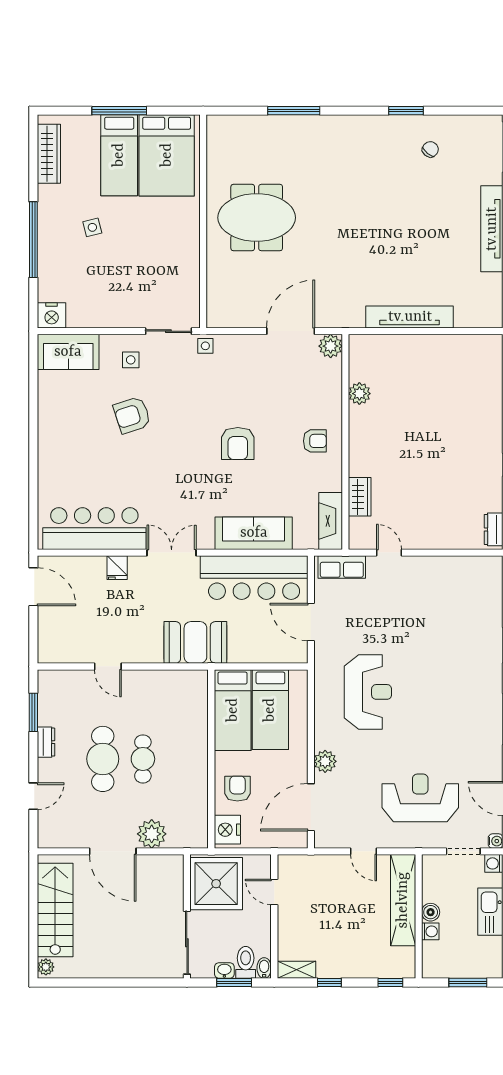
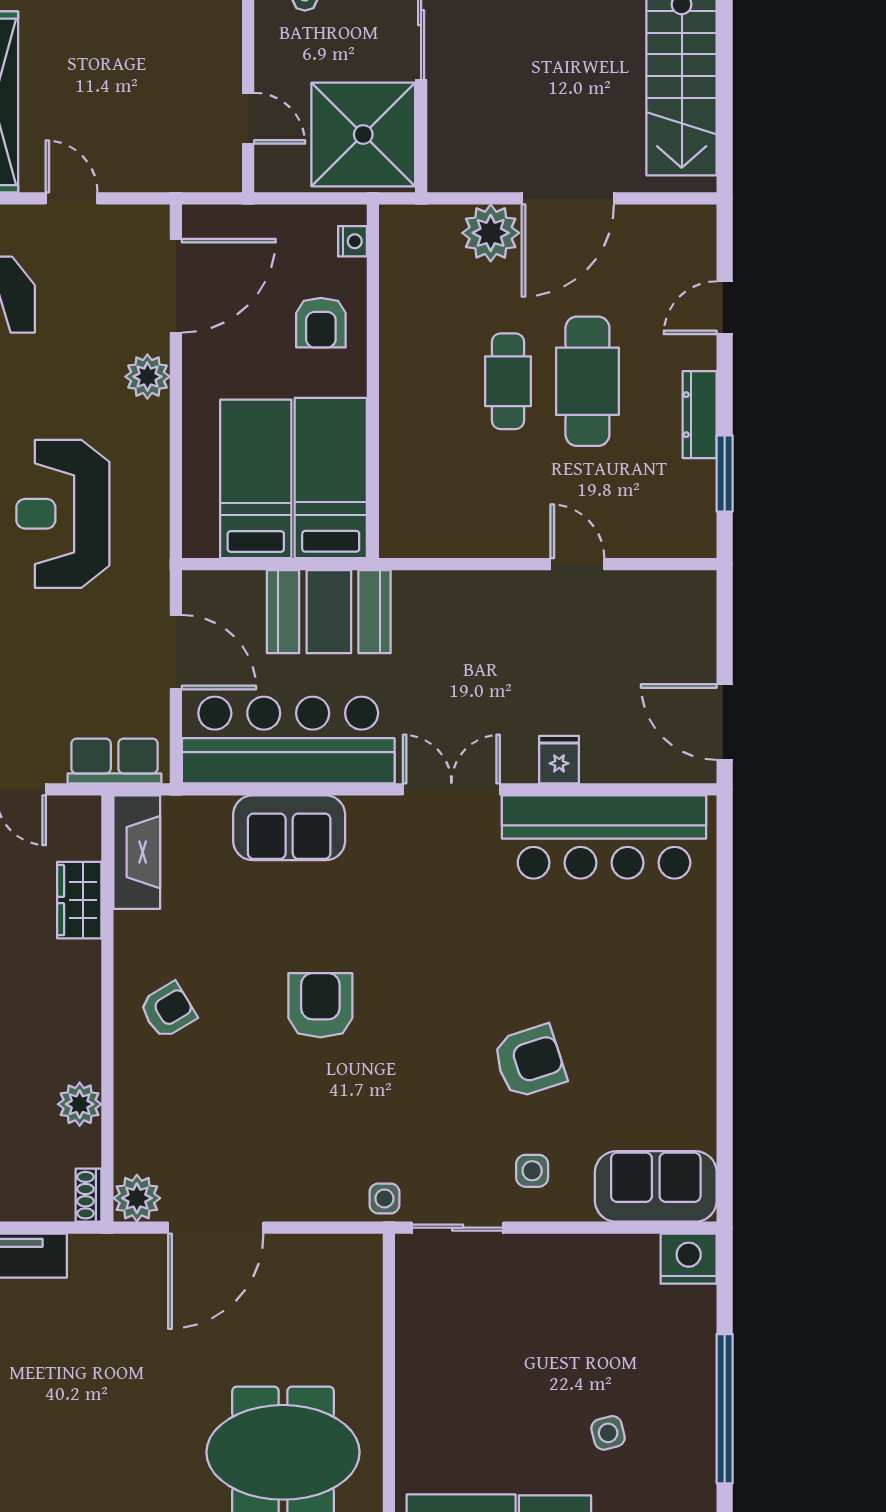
shoe rack: (355, 348) -> (89, 1195), added
armchair: (315, 441) -> (168, 1010), turned 149
sofa: (254, 533) -> (289, 828), width x0.73
double door: (172, 553) -> (451, 789), swing flipped
booth: (195, 642) -> (329, 612), moved
dresser: (46, 742) -> (700, 415), width x1.44
nightstand: (227, 830) -> (352, 241), width x0.53, depth x0.56
door: (113, 851) -> (568, 198), swing flipped

